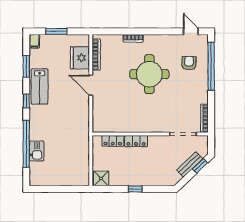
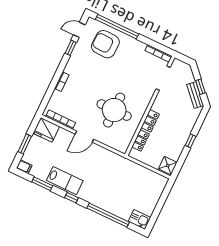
window: (170, 31) -> (71, 48), added
fridge: (80, 58) -> (46, 130), moved
armchair: (189, 63) -> (105, 44), width x1.88, depth x1.88
round table: (149, 74) -> (114, 110), moved
kitchen sink: (36, 151) -> (139, 219), moved
bench: (190, 164) -> (195, 95), moved
window: (200, 166) -> (200, 87), moved

